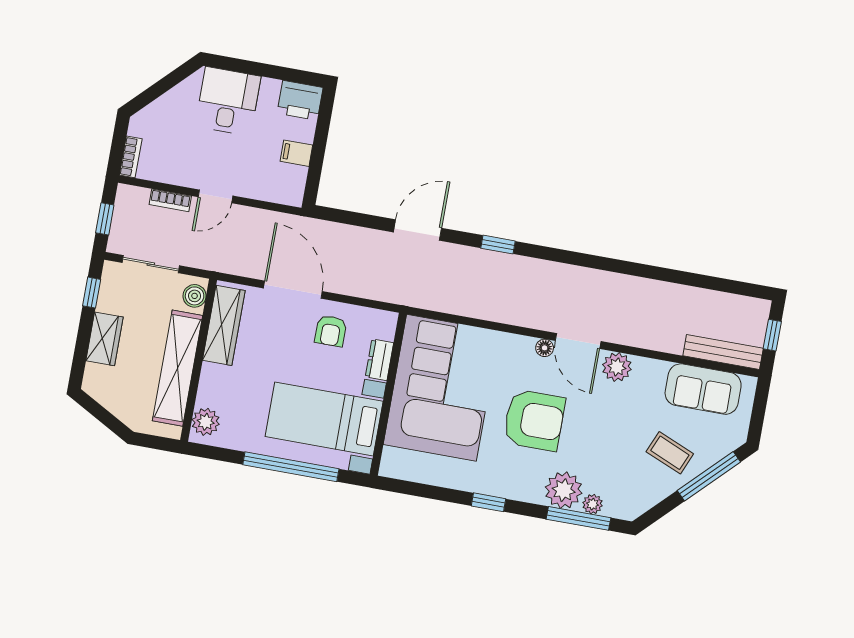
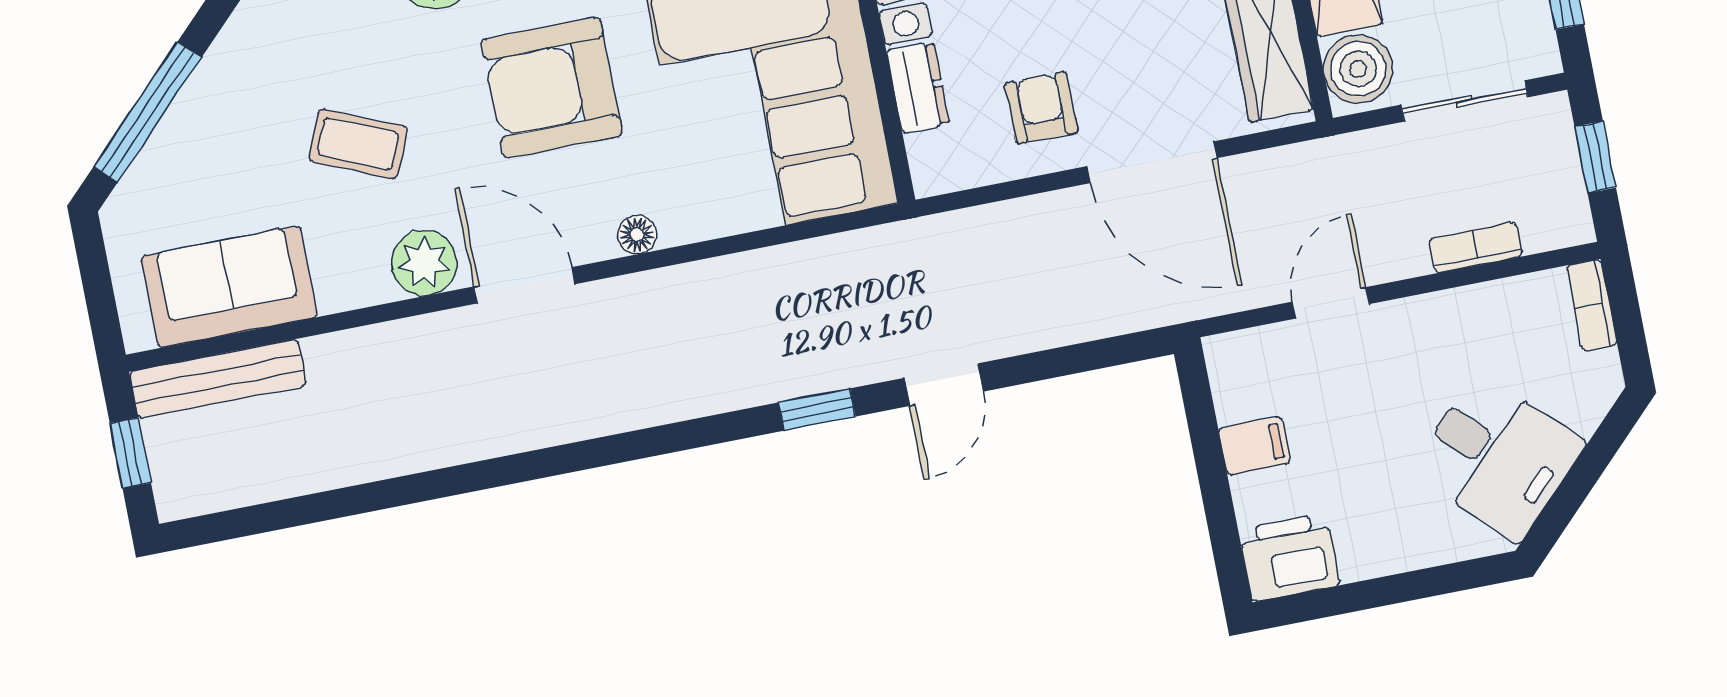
desk: (228, 101) -> (1498, 457), moved, turned -45
door: (216, 196) -> (1331, 303), moved
door: (417, 230) -> (944, 385), width x0.73
window: (498, 245) -> (817, 410), moved
boiler: (195, 296) -> (1358, 69), width x1.36, depth x1.36
floor lamp: (545, 348) -> (637, 235), moved
coffee table: (670, 453) -> (358, 144), moved

